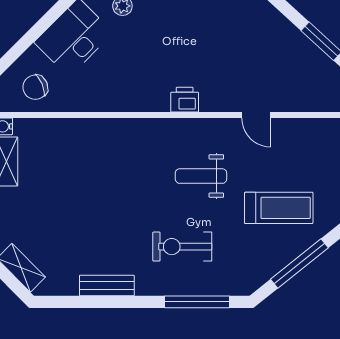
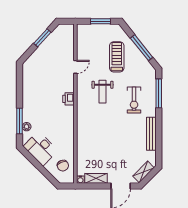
bench: (107, 285) -> (151, 134), width x1.36

